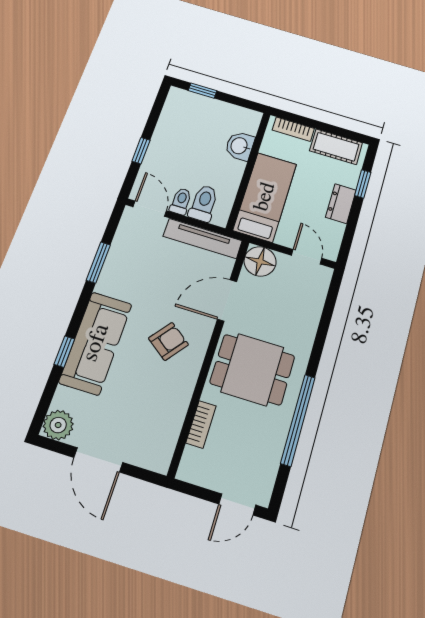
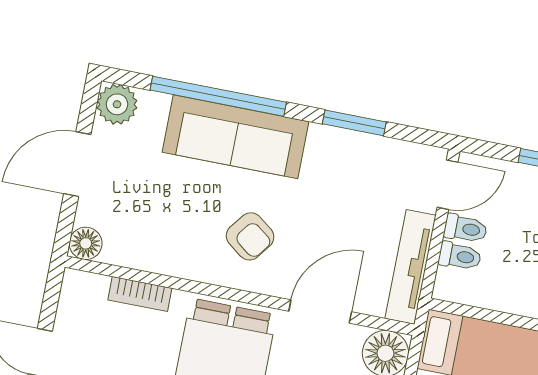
toilet: (204, 203) -> (460, 256), width x0.73, depth x0.72
door: (227, 300) -> (320, 312), hinge flipped
window: (64, 352) -> (218, 96), width x3.17
floor lamp: (159, 460) -> (86, 243), added

